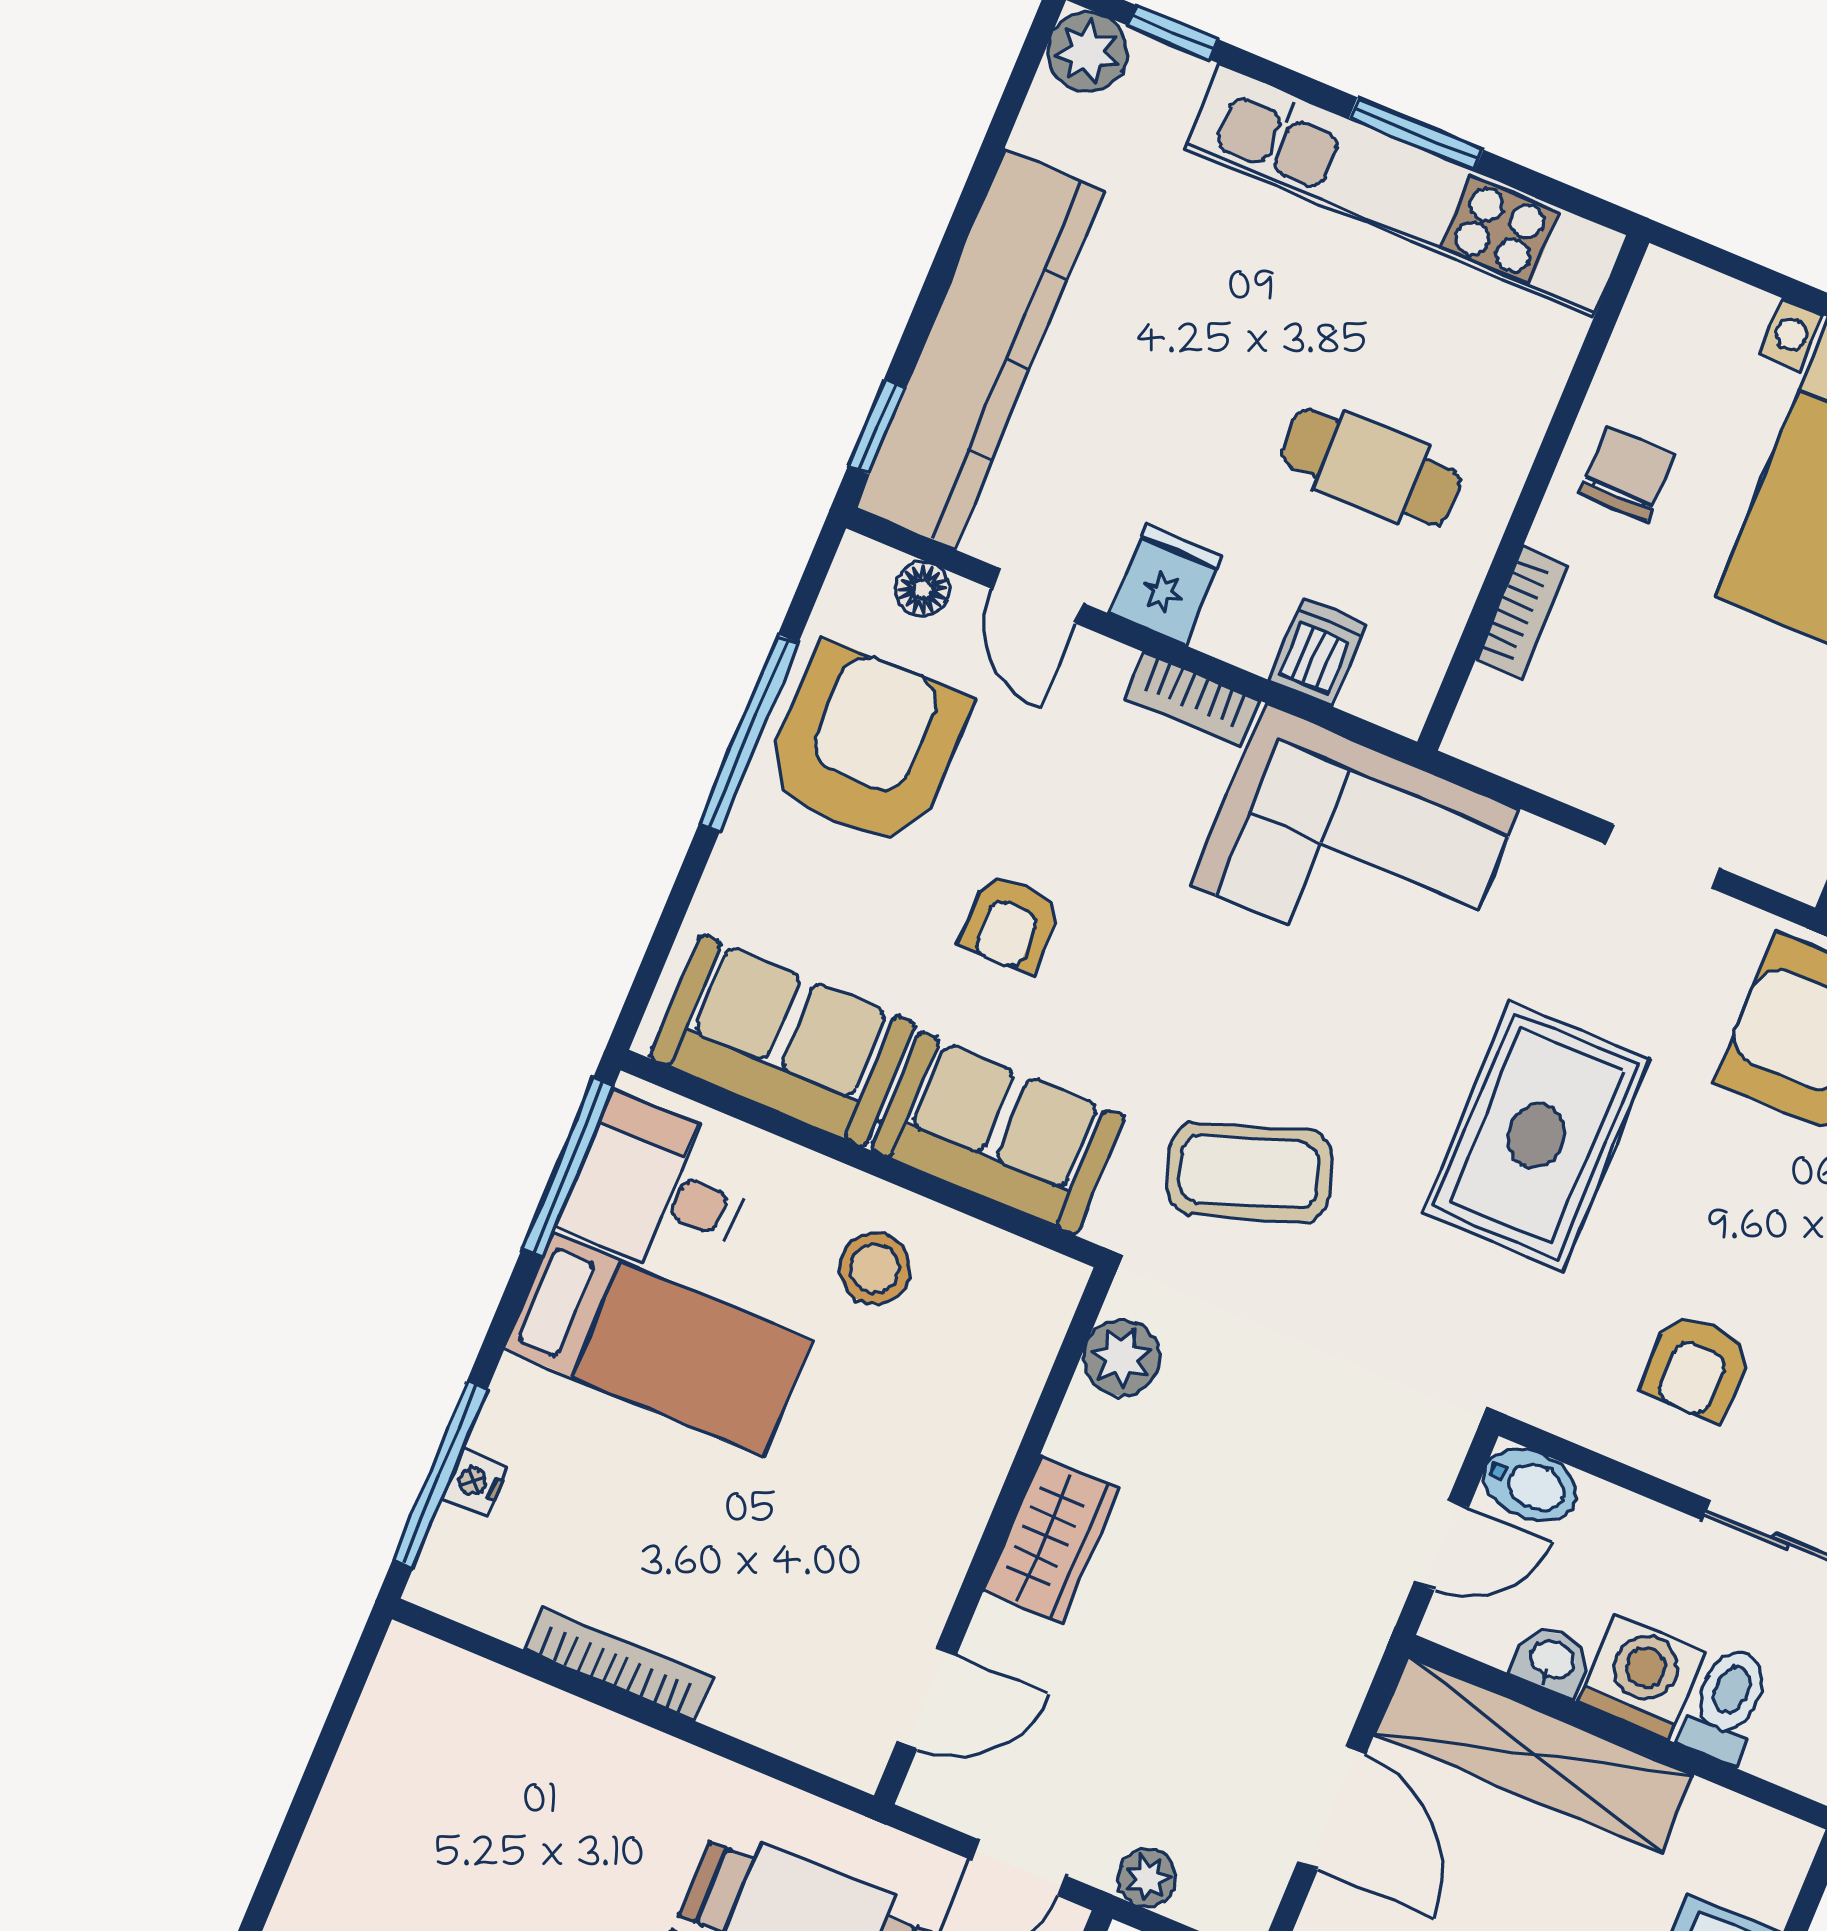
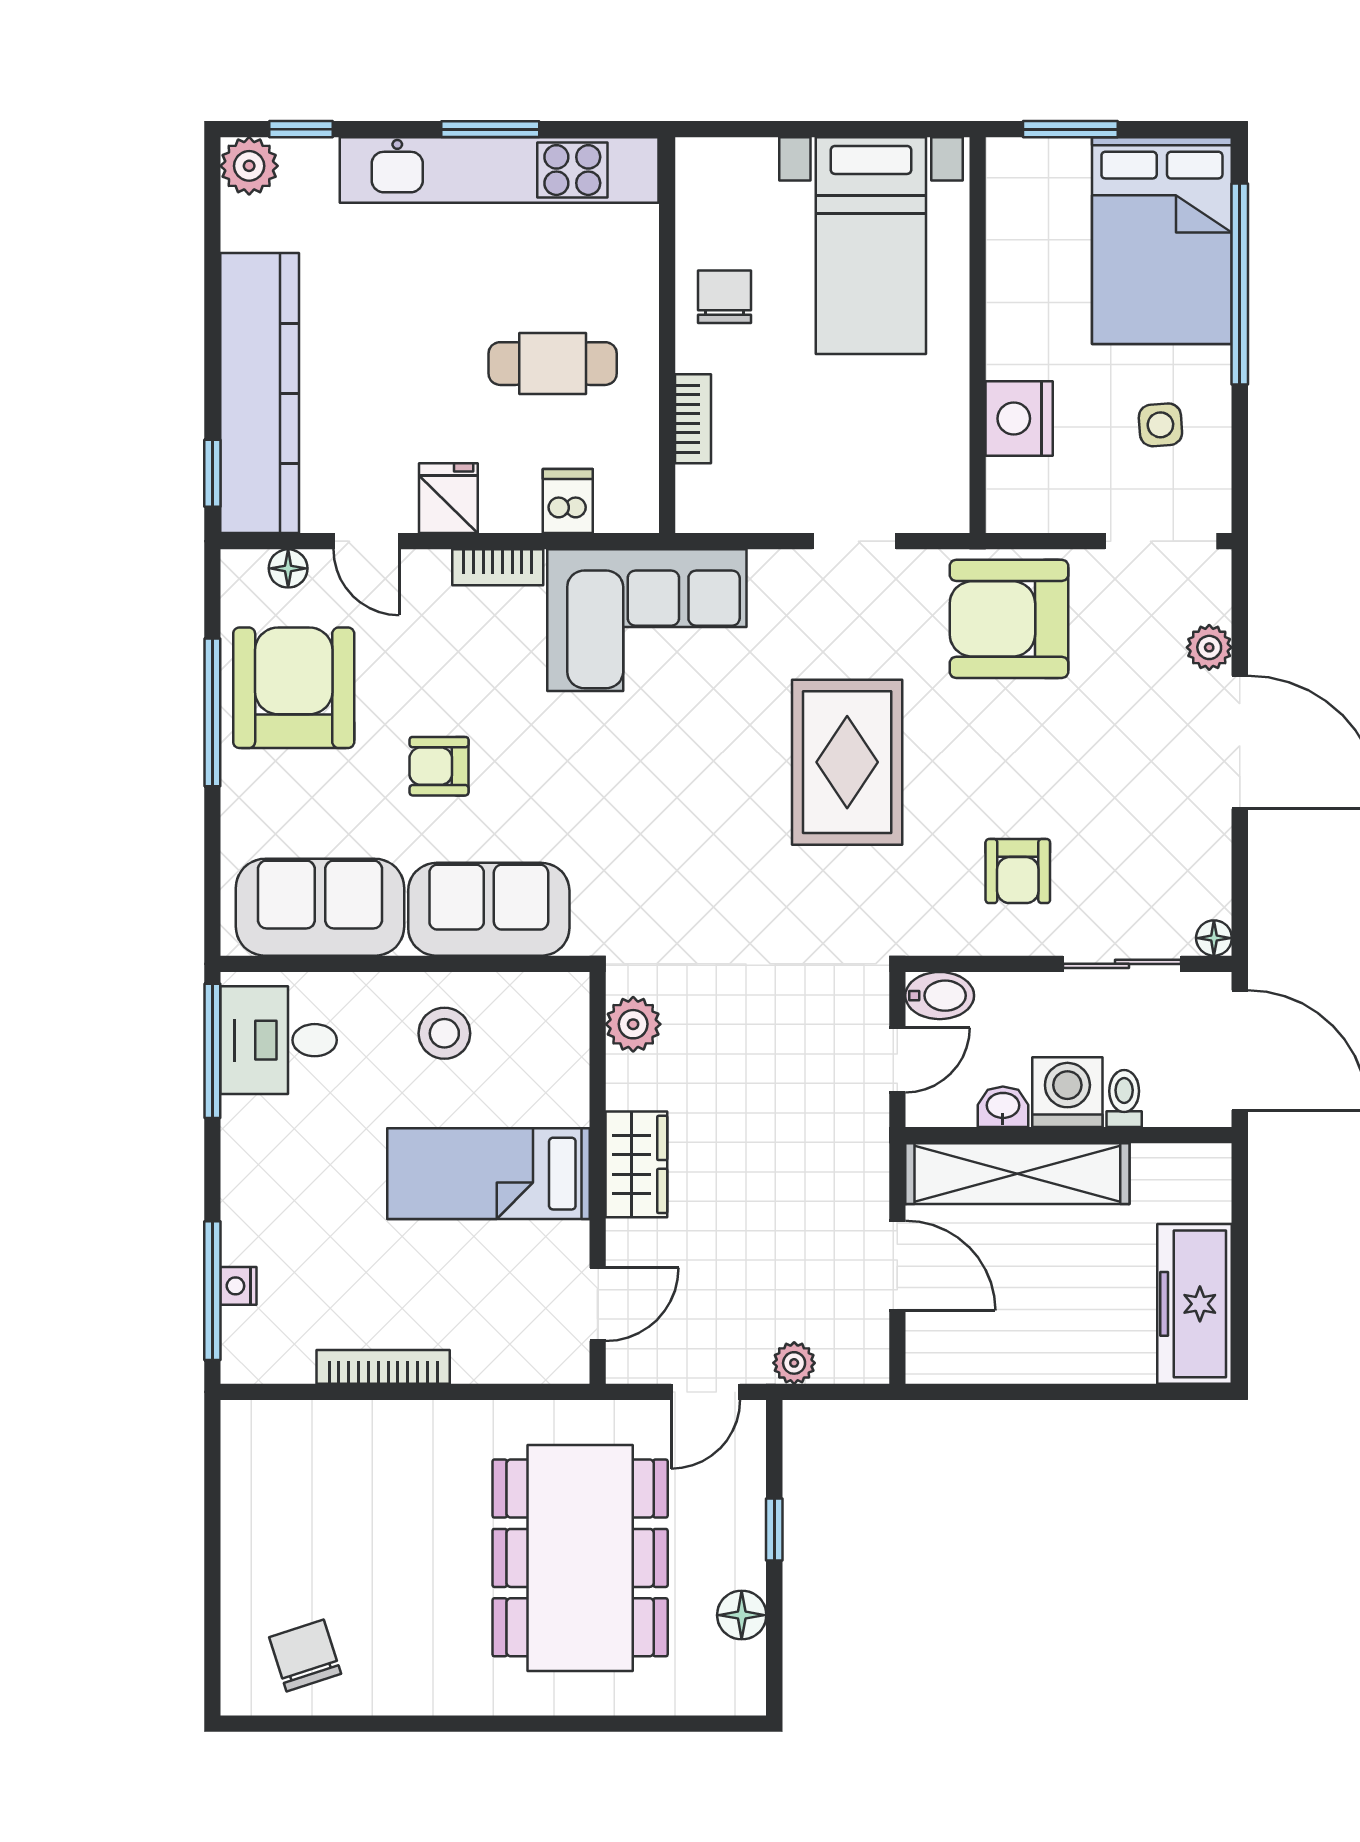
armchair: (1010, 923) -> (439, 766), turned 90
coffee table: (1249, 1172) -> (667, 866), removed
bed: (658, 1345) -> (488, 1174), moved, turned 180
toilet: (1726, 1704) -> (1124, 1098), width x0.73, depth x0.72

